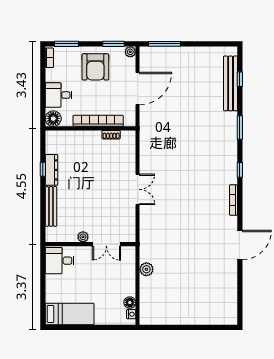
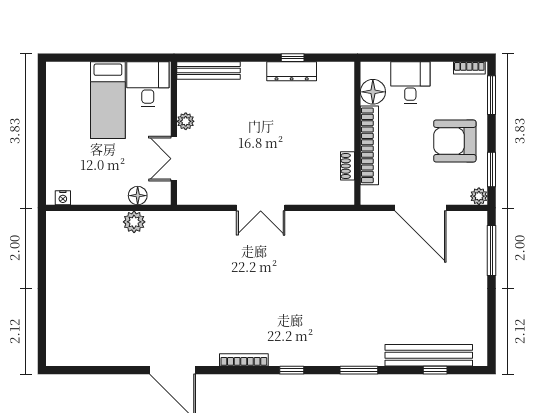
floor lamp: (53, 119) -> (373, 92), moved
bench: (51, 206) -> (209, 71), moved
floor lamp: (130, 303) -> (138, 196), moved
bed: (70, 314) -> (108, 100), moved

